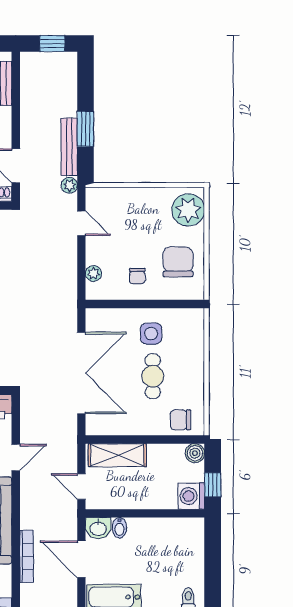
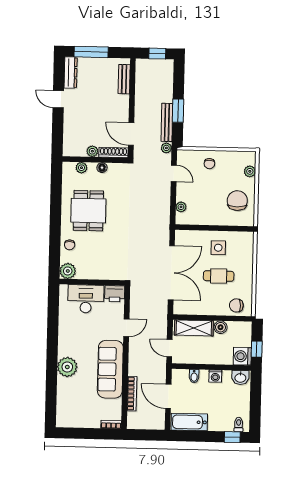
plant: (188, 210) -> (250, 171), width x0.53, depth x0.53
chair: (137, 276) -> (209, 164), moved
cafe table: (153, 376) -> (219, 276), turned 90
boiler: (195, 453) -> (221, 327), moved
washing machine: (151, 527) -> (215, 376), added
washbasin: (98, 528) -> (240, 378), moved

